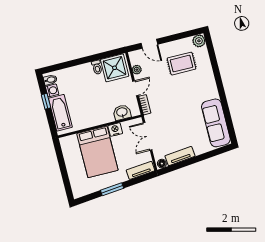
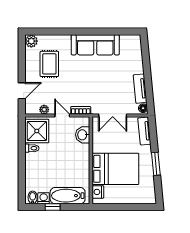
sofa: (216, 123) -> (95, 45), moved
nightstand: (115, 130) -> (98, 192), moved

